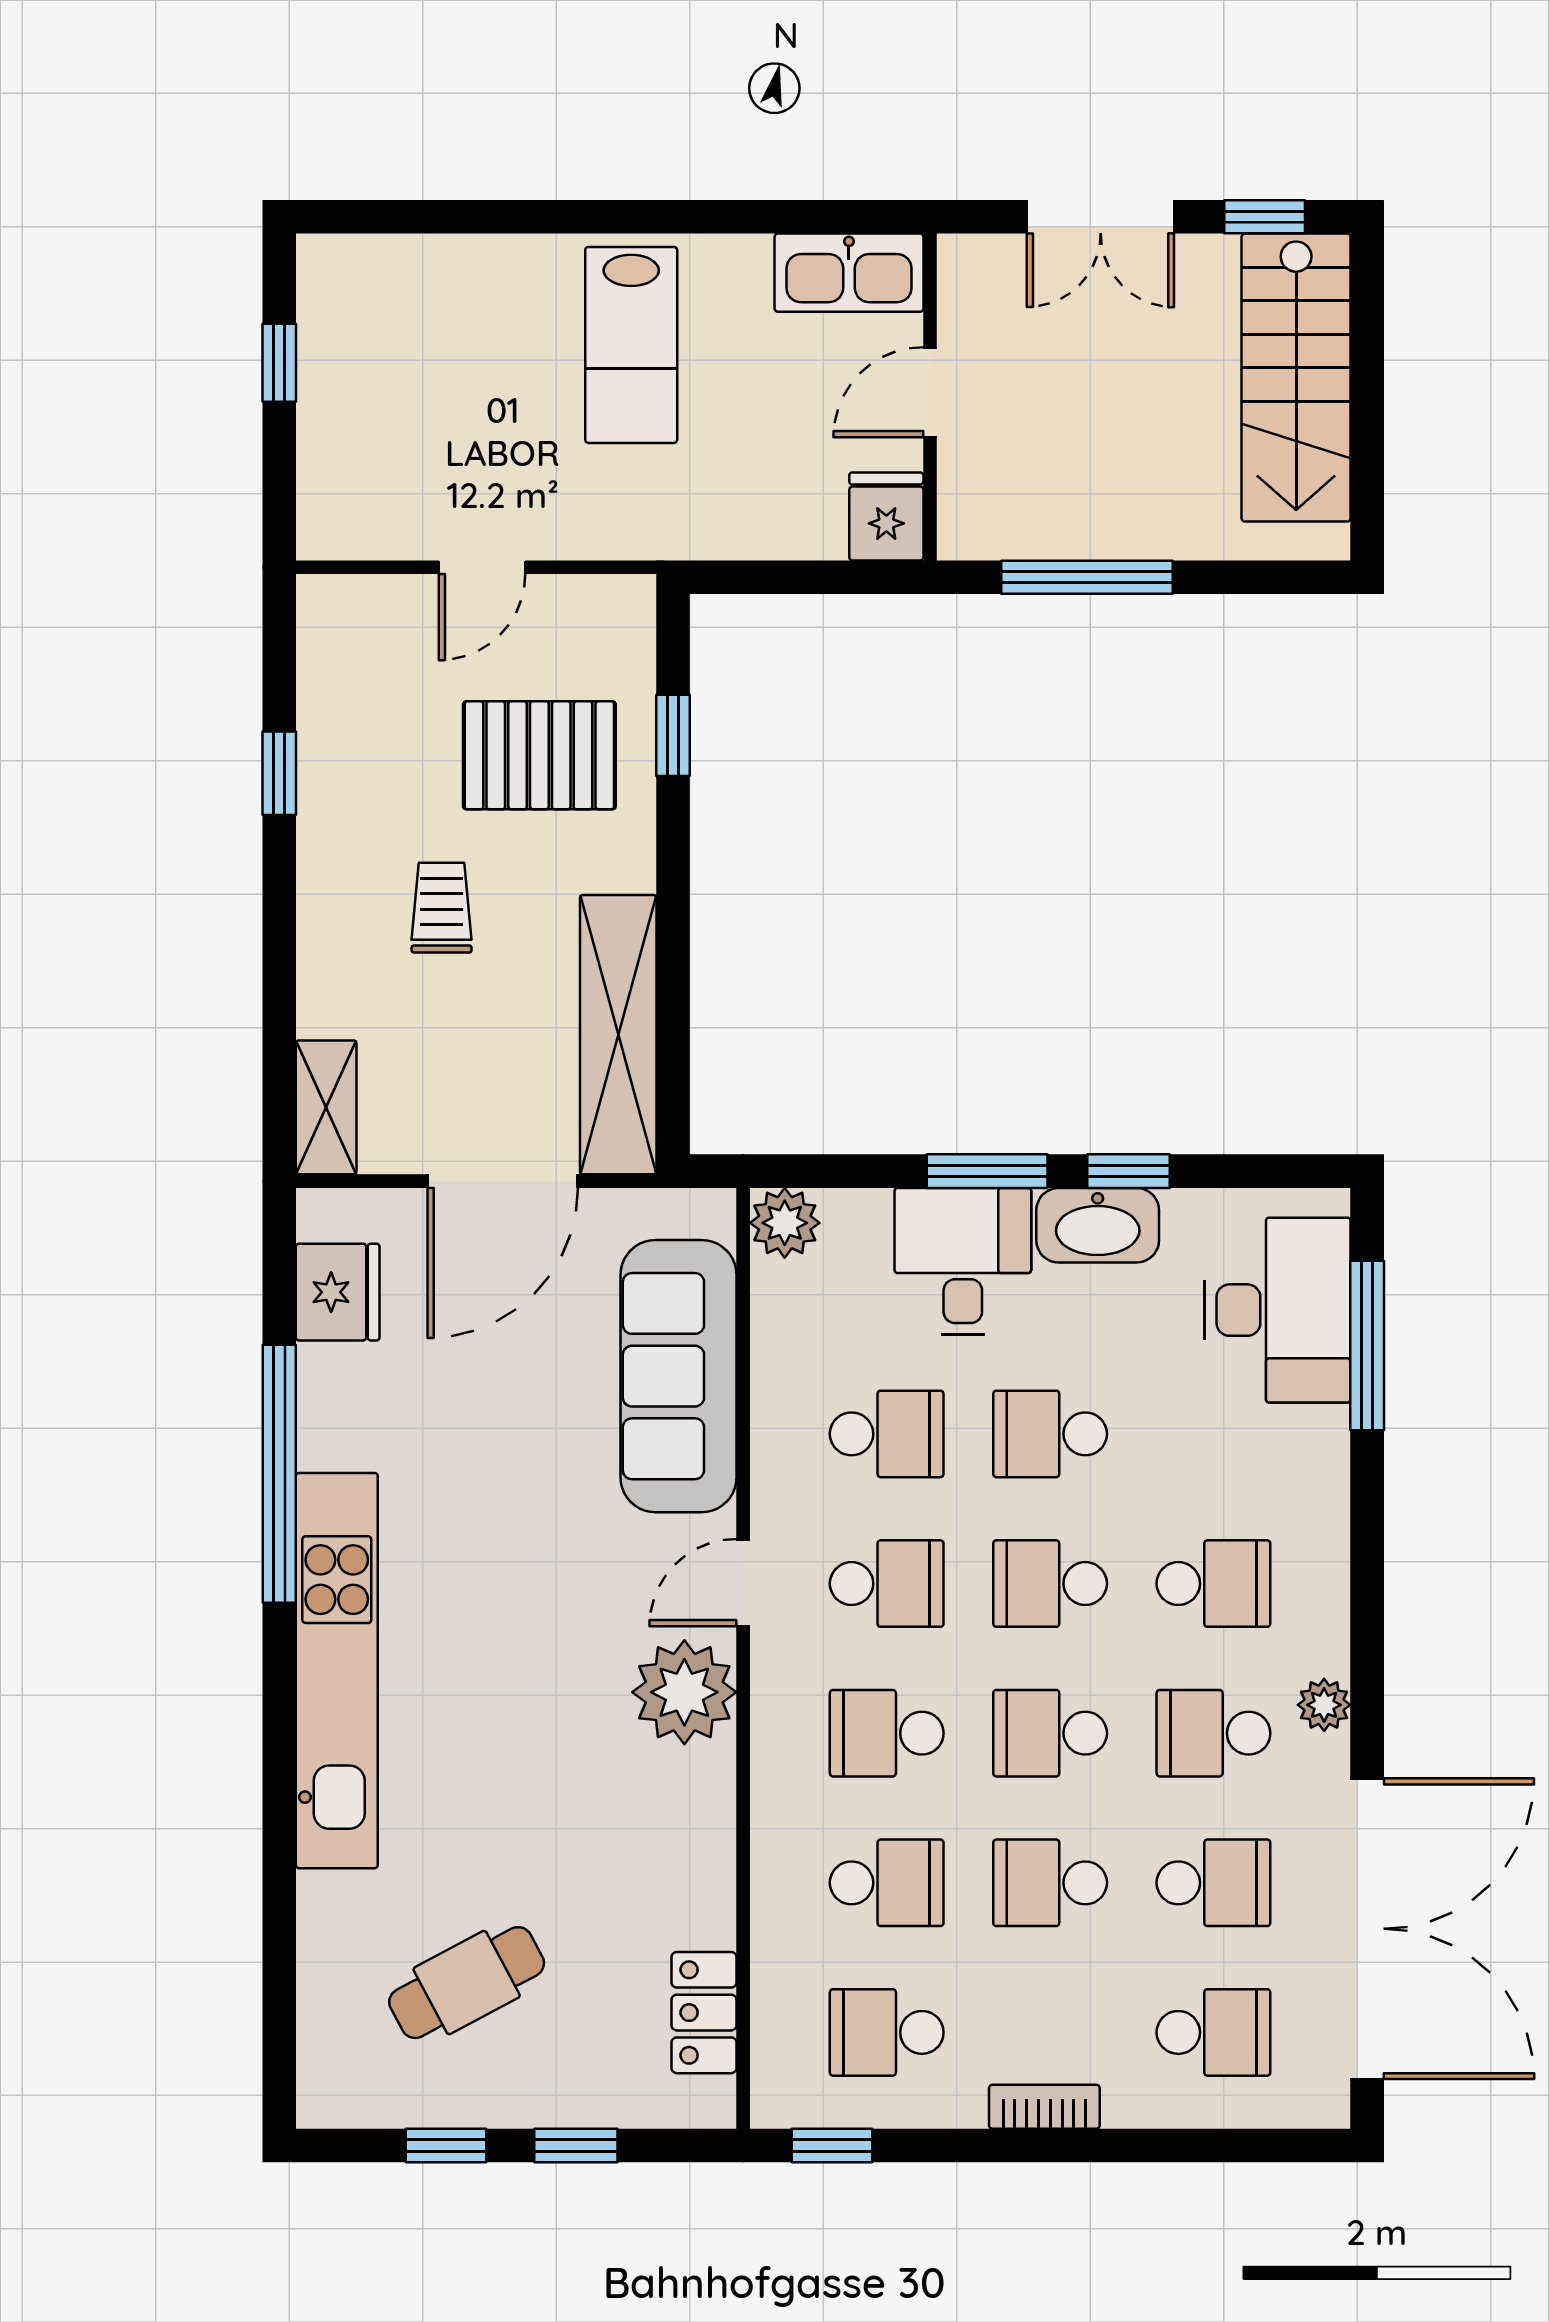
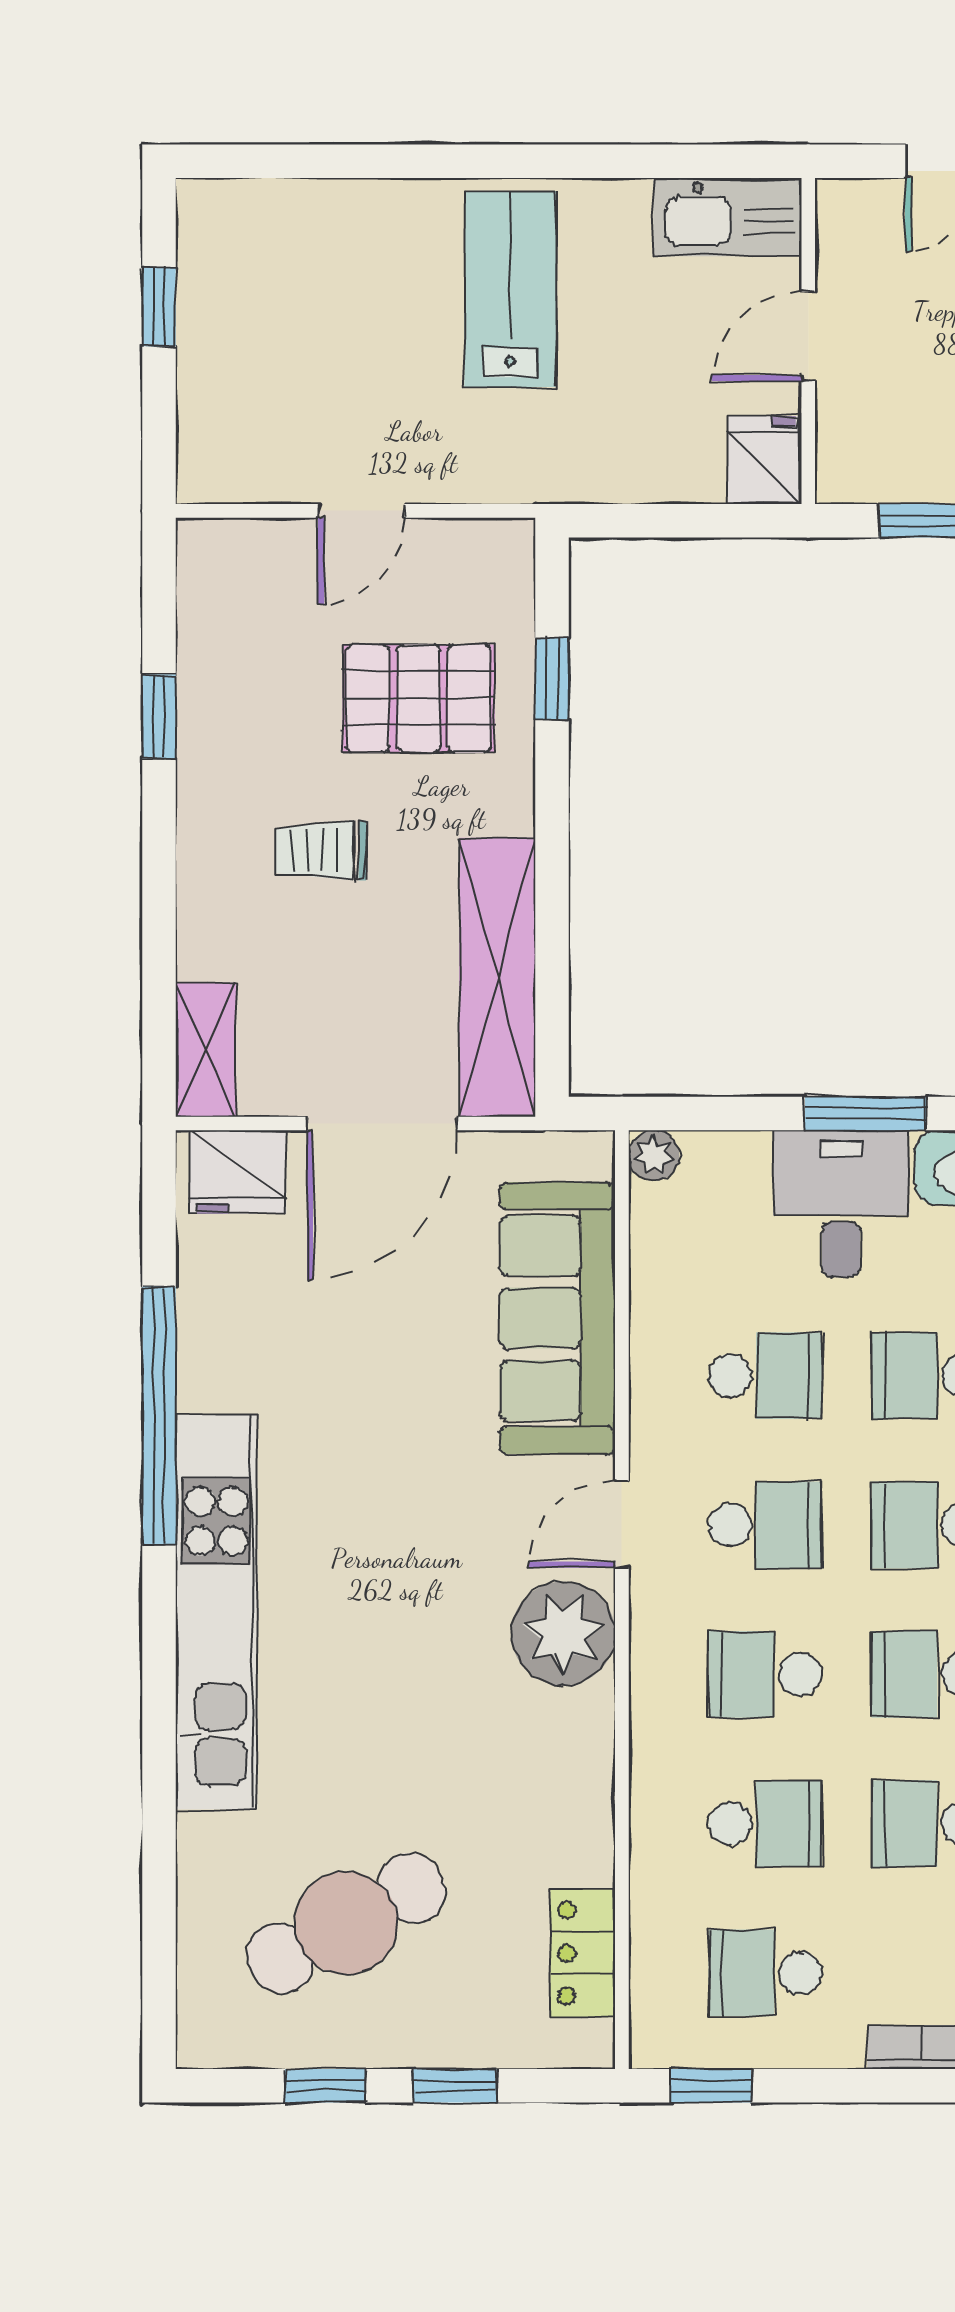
lab bench: (631, 345) -> (510, 289), turned 180
trolley: (442, 908) -> (321, 851), turned -90
plant: (785, 1223) -> (654, 1156), width x0.73, depth x0.73
fridge: (338, 1292) -> (238, 1172), moved, turned 90
cafe table: (467, 1983) -> (346, 1923), width x1.37, depth x1.35

